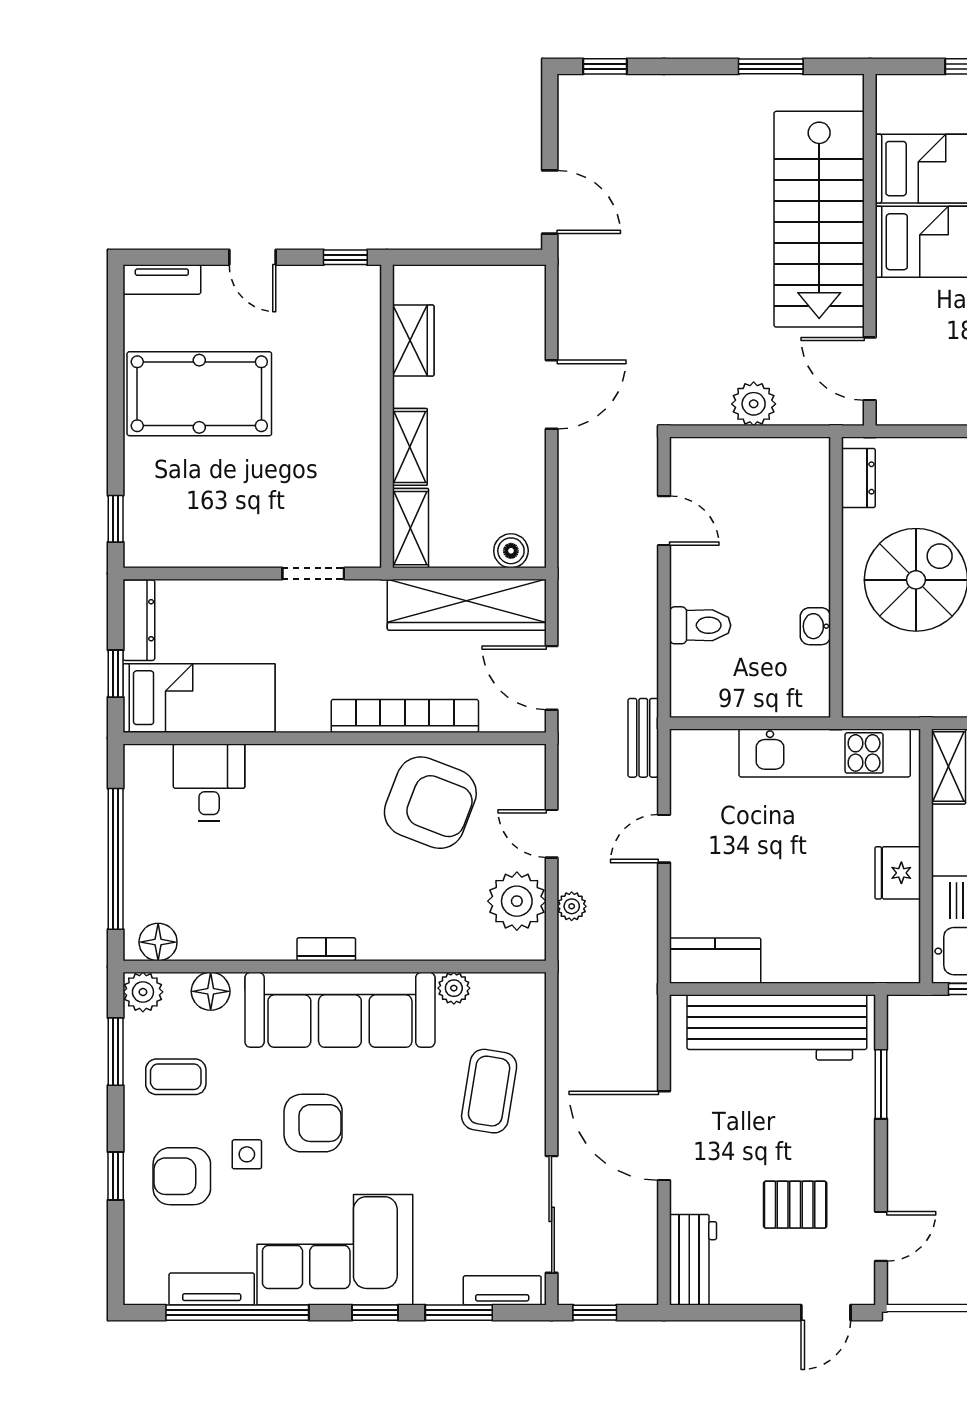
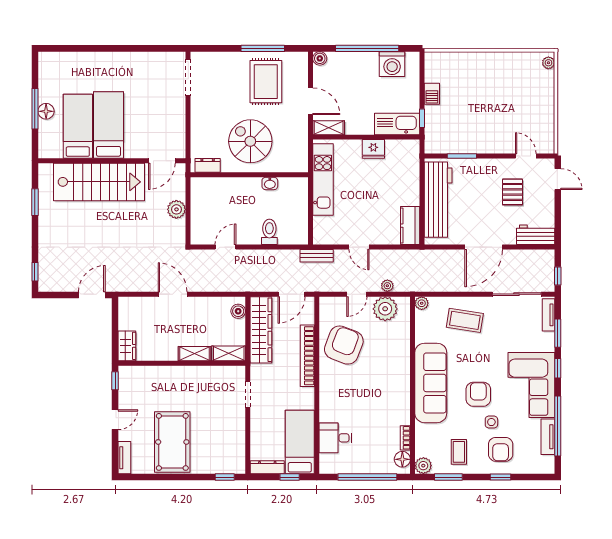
wardrobe: (413, 341) -> (127, 346), moved, turned 90
bookcase: (326, 949) -> (405, 438), moved
plant: (454, 988) -> (422, 303), moved
floor lamp: (211, 991) -> (423, 437), removed

